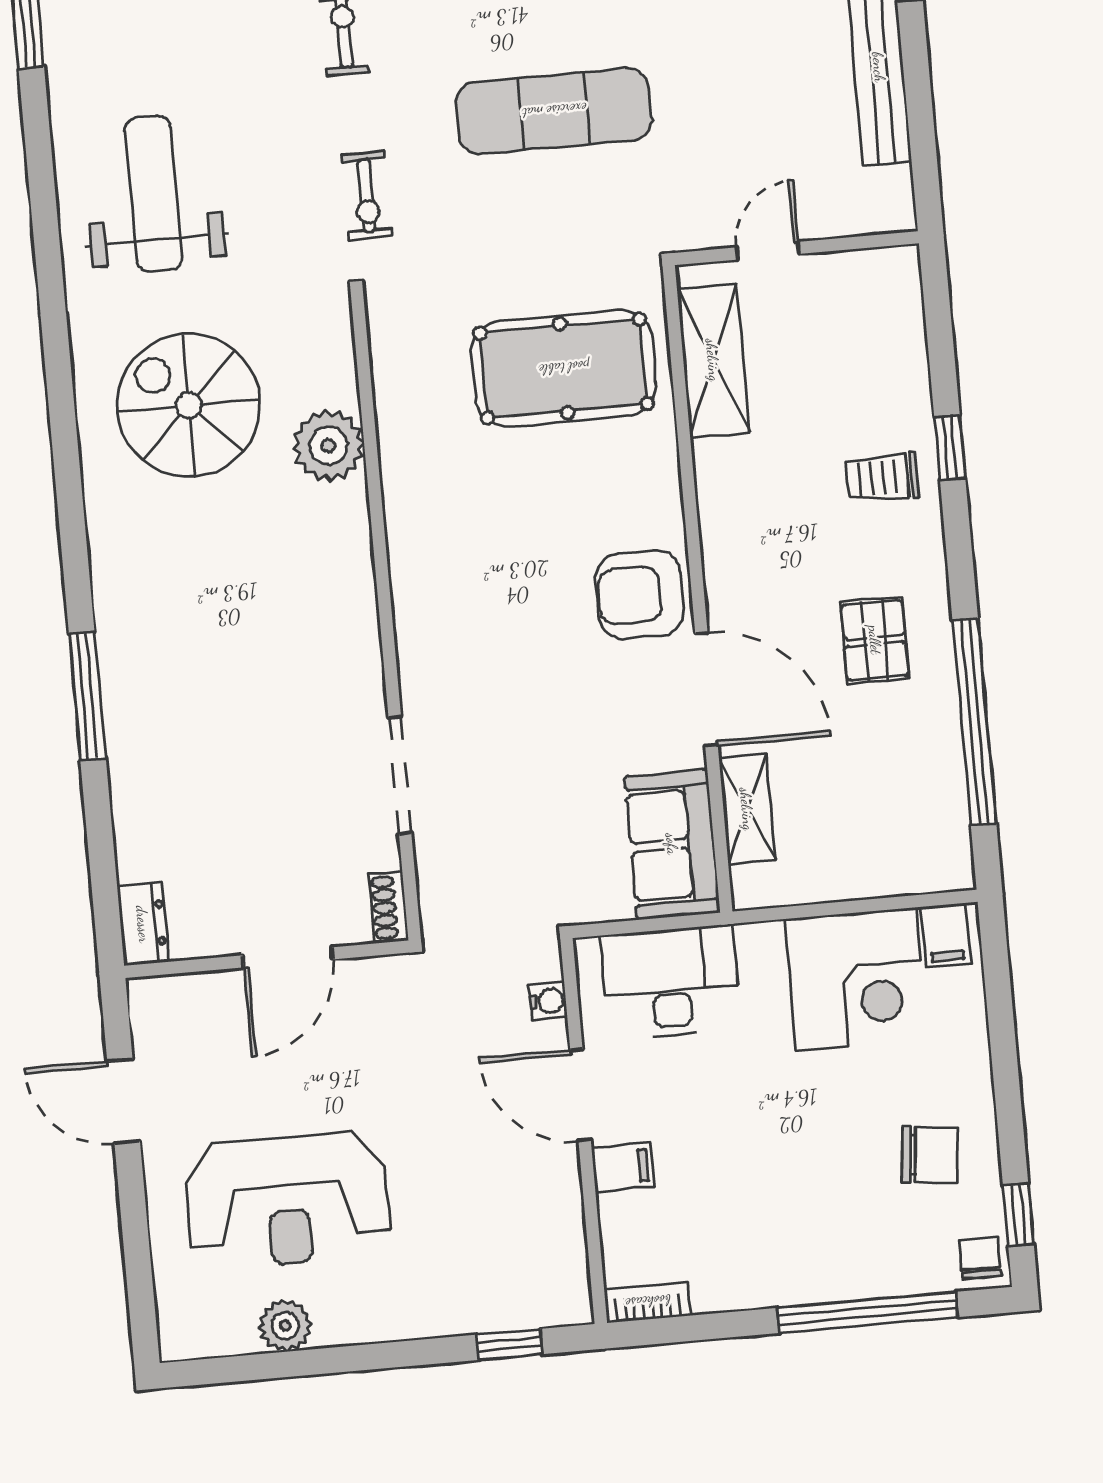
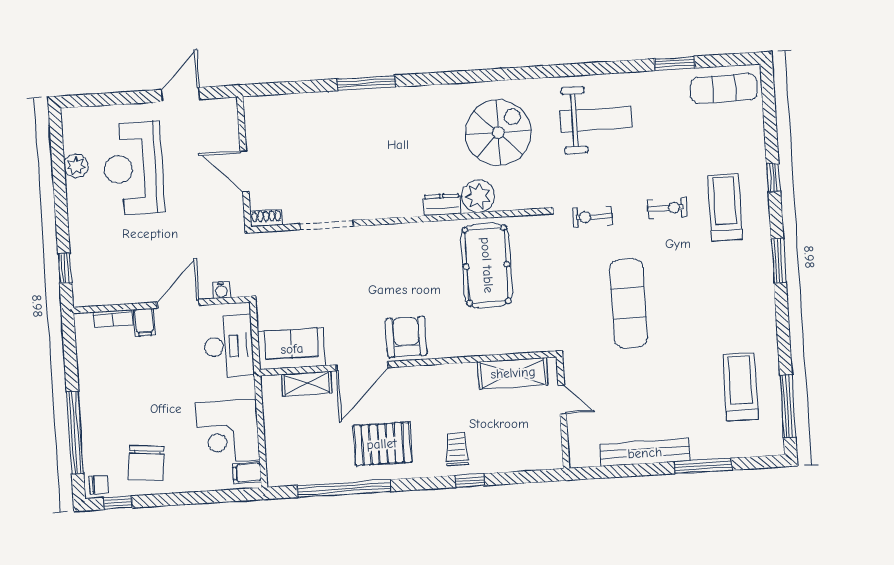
pool table: (564, 368) -> (487, 265), moved
pallet: (875, 640) -> (382, 444), width x1.50, depth x1.42
dresser: (143, 924) -> (442, 205), moved, turned 180
chair: (930, 1155) -> (146, 463), width x1.37, depth x1.37
bookcase: (648, 1302) -> (113, 318), moved, turned 90

